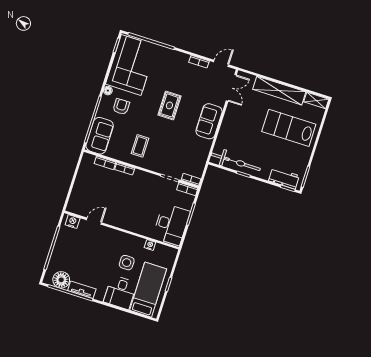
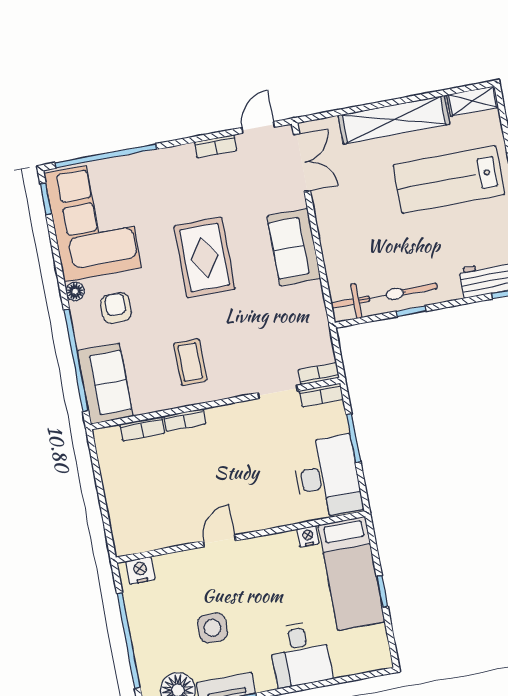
rug: (169, 105) -> (205, 257), width x1.36, depth x1.43
door: (94, 221) -> (220, 541), moved
side table: (127, 263) -> (212, 628), moved
bed: (148, 290) -> (352, 573), moved, turned 180

